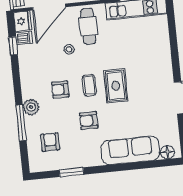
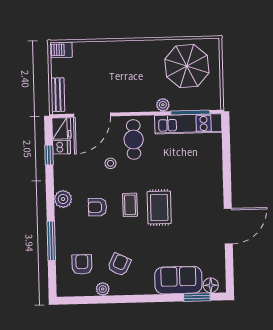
plant: (31, 107) -> (63, 199), moved
armchair: (89, 121) -> (119, 265), moved, turned 116
sofa: (130, 150) -> (178, 280), width x0.73
plant: (71, 163) -> (103, 289), added
window: (72, 172) -> (197, 297), moved

